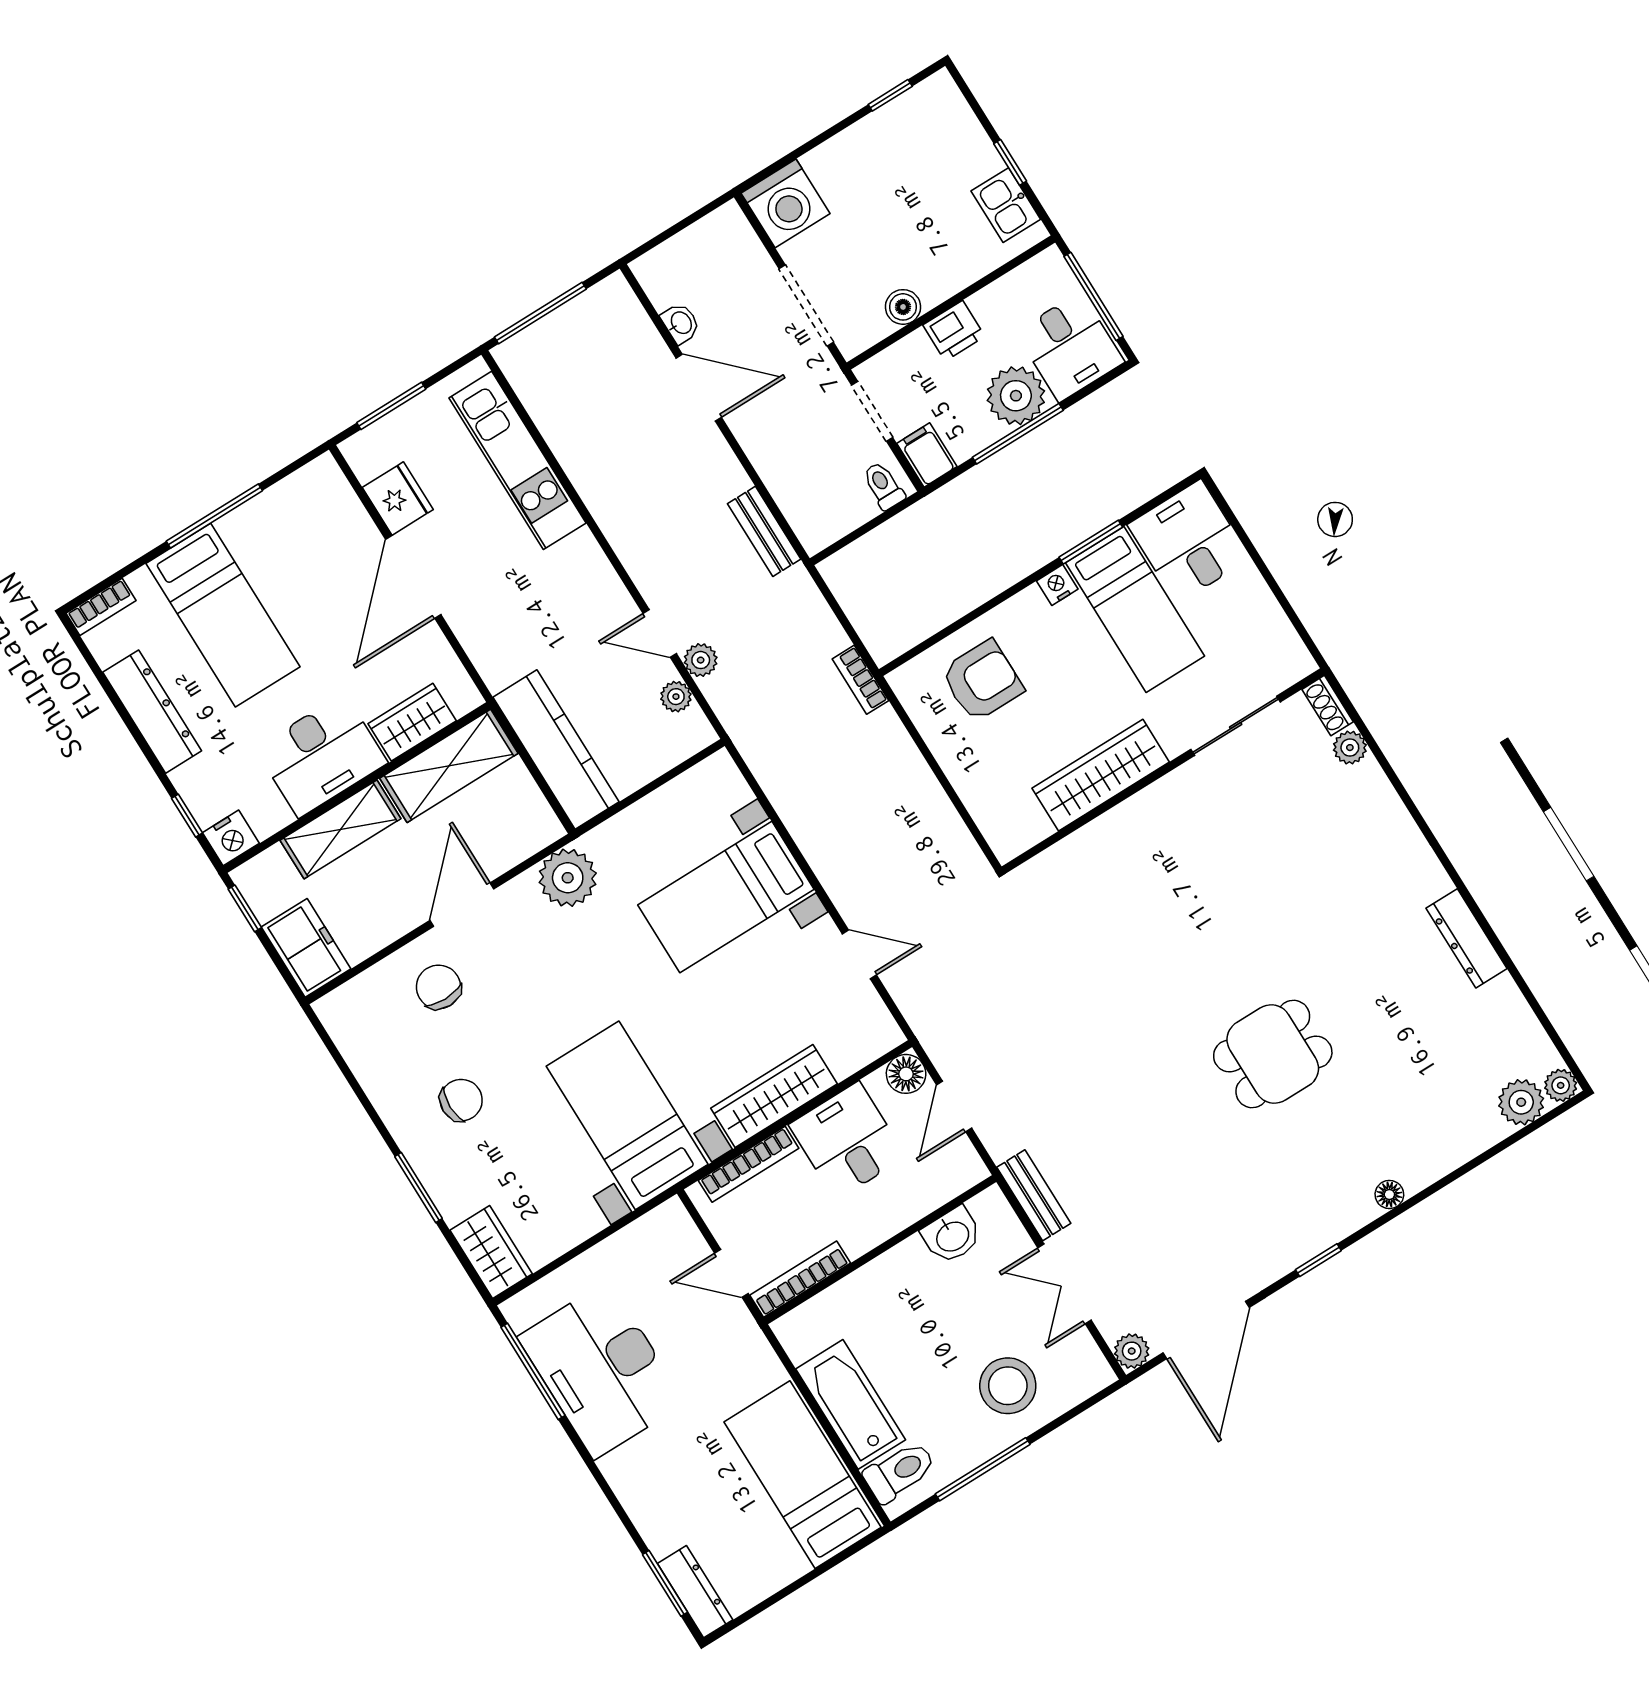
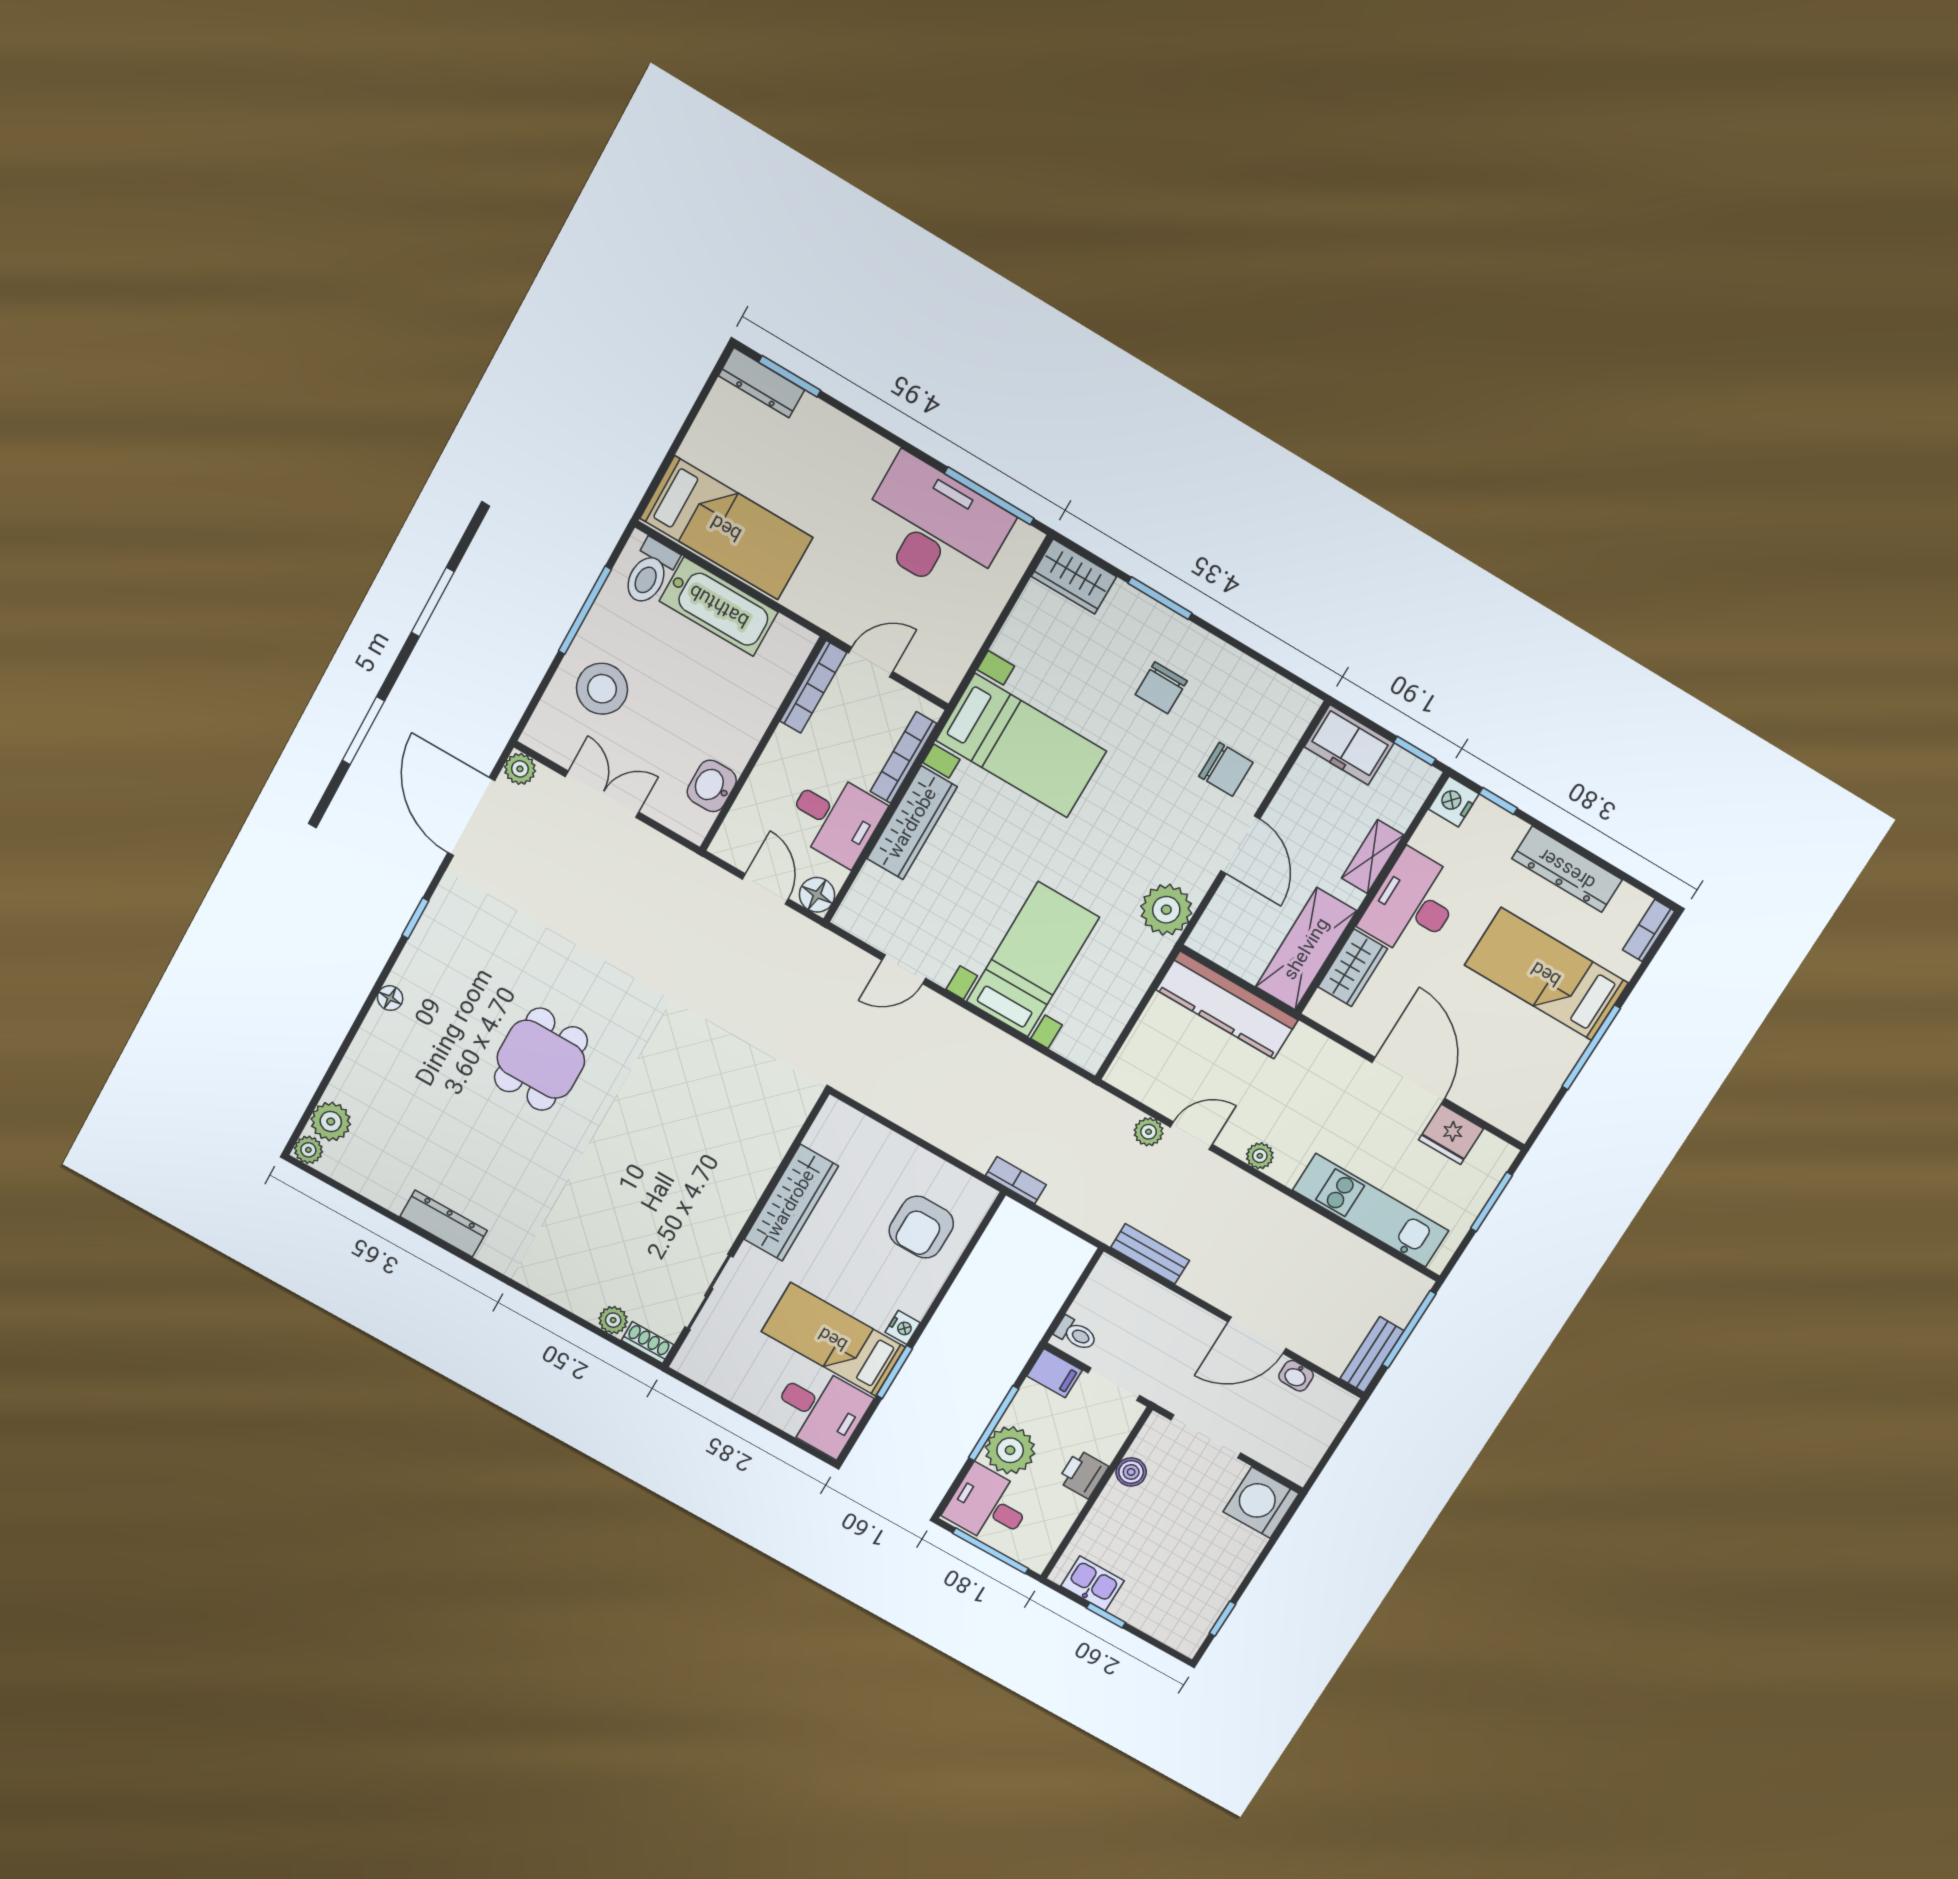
plant: (676, 697) -> (1260, 1156), moved
shelving: (340, 829) -> (1373, 857), width x0.67, depth x0.75
bench: (1034, 1195) -> (1372, 1355), moved, turned 90

